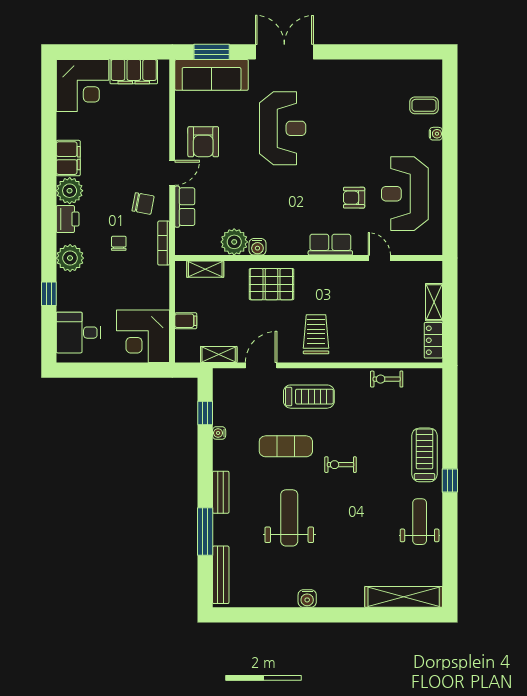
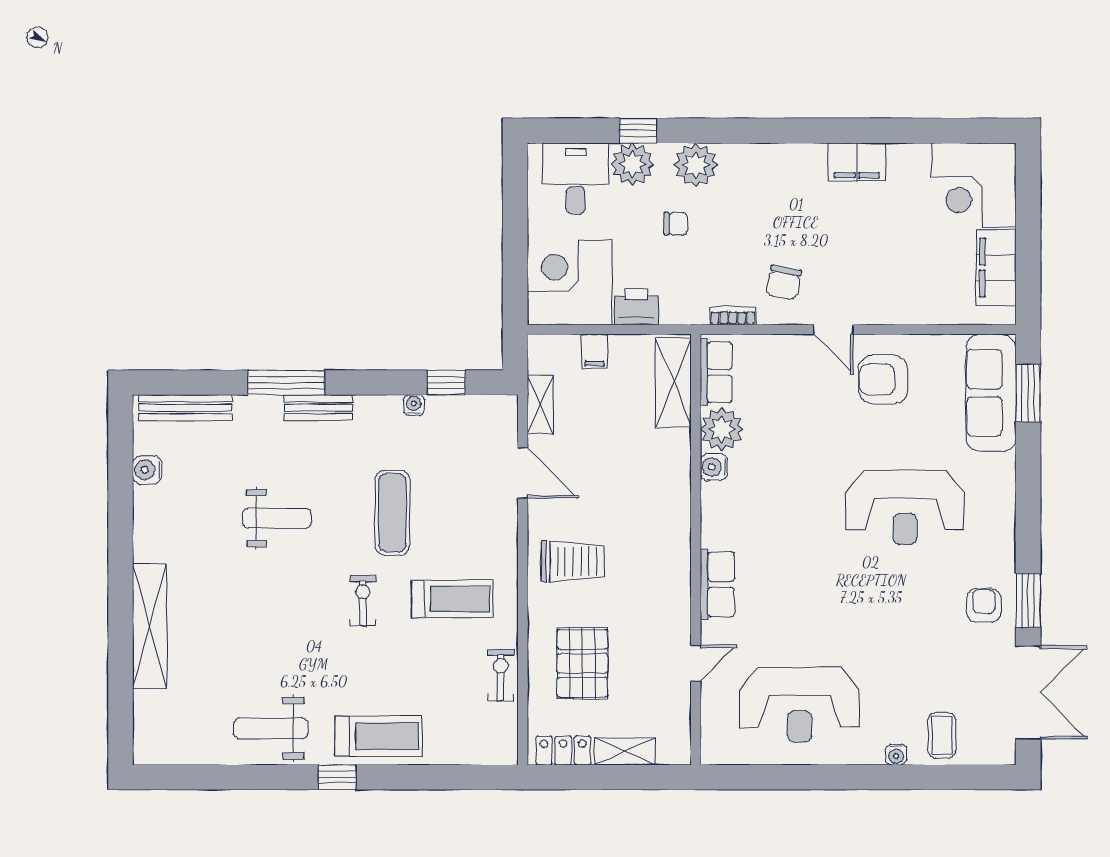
double door: (284, 52) -> (1028, 692), moved
window: (340, 52) -> (1028, 600), added
plant: (70, 191) -> (632, 164), moved
reception desk: (405, 194) -> (799, 705), turned 180
armchair: (354, 198) -> (984, 605), moved
row of seats: (185, 207) -> (716, 372), moved, turned -90
printer: (68, 219) -> (636, 307), moved, turned 180
chair: (119, 243) -> (676, 224), moved
bookcase: (164, 243) -> (733, 316), width x0.64
shelving: (205, 269) -> (673, 383), width x1.50, depth x1.33
pallet: (271, 284) -> (582, 663), moved
treadmill: (309, 397) -> (452, 599), moved, turned -90
weight bench: (289, 518) -> (277, 518), width x0.73, depth x0.75
weight bench: (420, 522) -> (271, 728), turned 180
window: (205, 531) -> (286, 383), moved
shelving: (404, 597) -> (150, 626), moved
water cooler: (307, 598) -> (147, 470), moved

